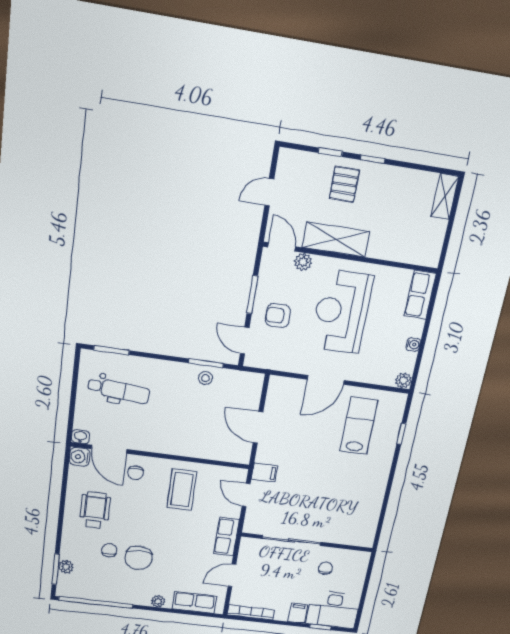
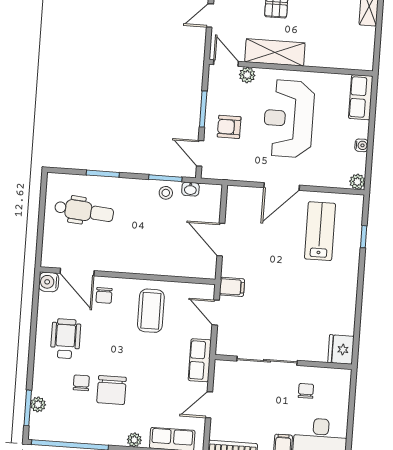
window: (111, 350) -> (103, 174), moved
washbasin: (80, 437) -> (190, 189), moved, turned 180
fridge: (364, 535) -> (341, 349), added

